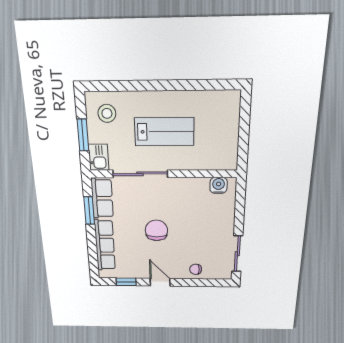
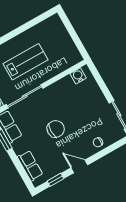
chair: (156, 230) -> (56, 129), turned 90
row of seats: (105, 245) -> (30, 166), width x0.68

